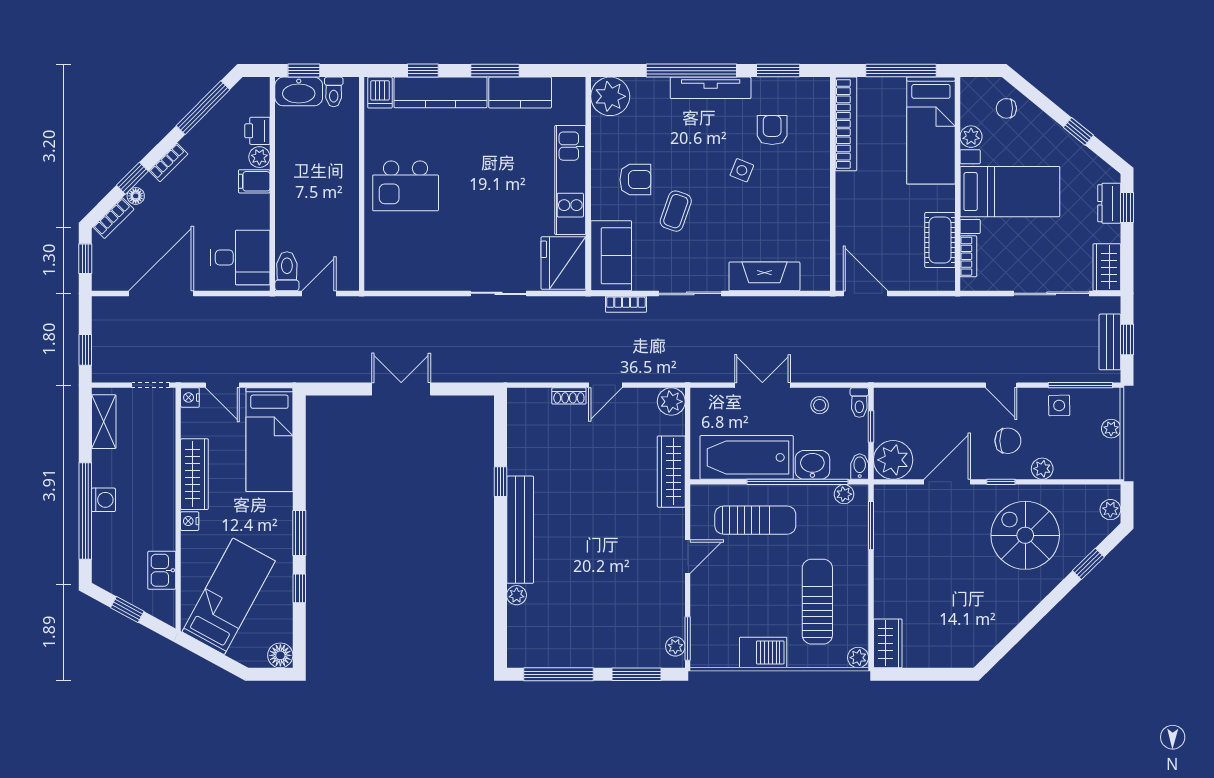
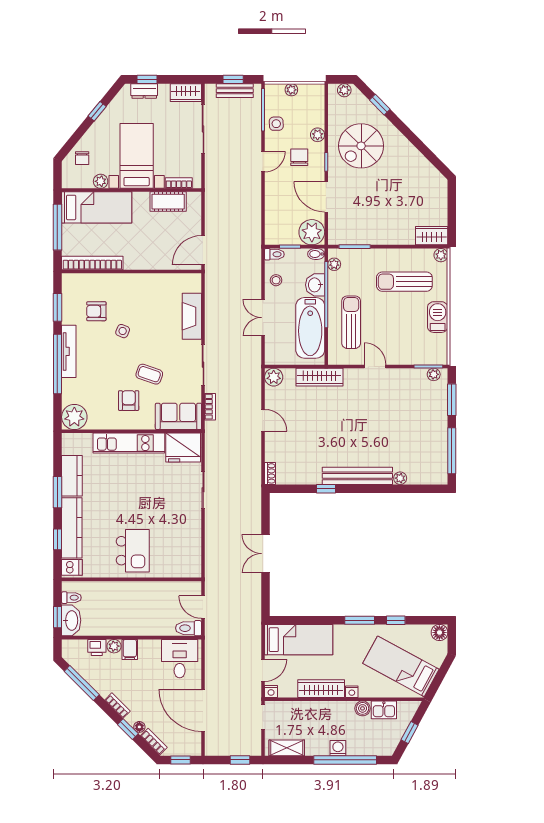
shoe rack: (569, 396) -> (270, 473), moved
boiler: (164, 538) -> (363, 708), added

